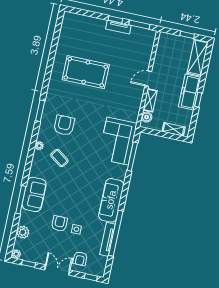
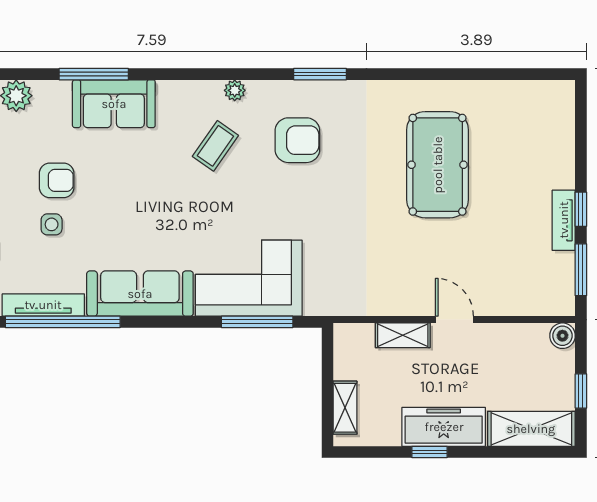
boiler: (147, 117) -> (562, 336), moved
corner sofa: (118, 141) -> (249, 278), moved

